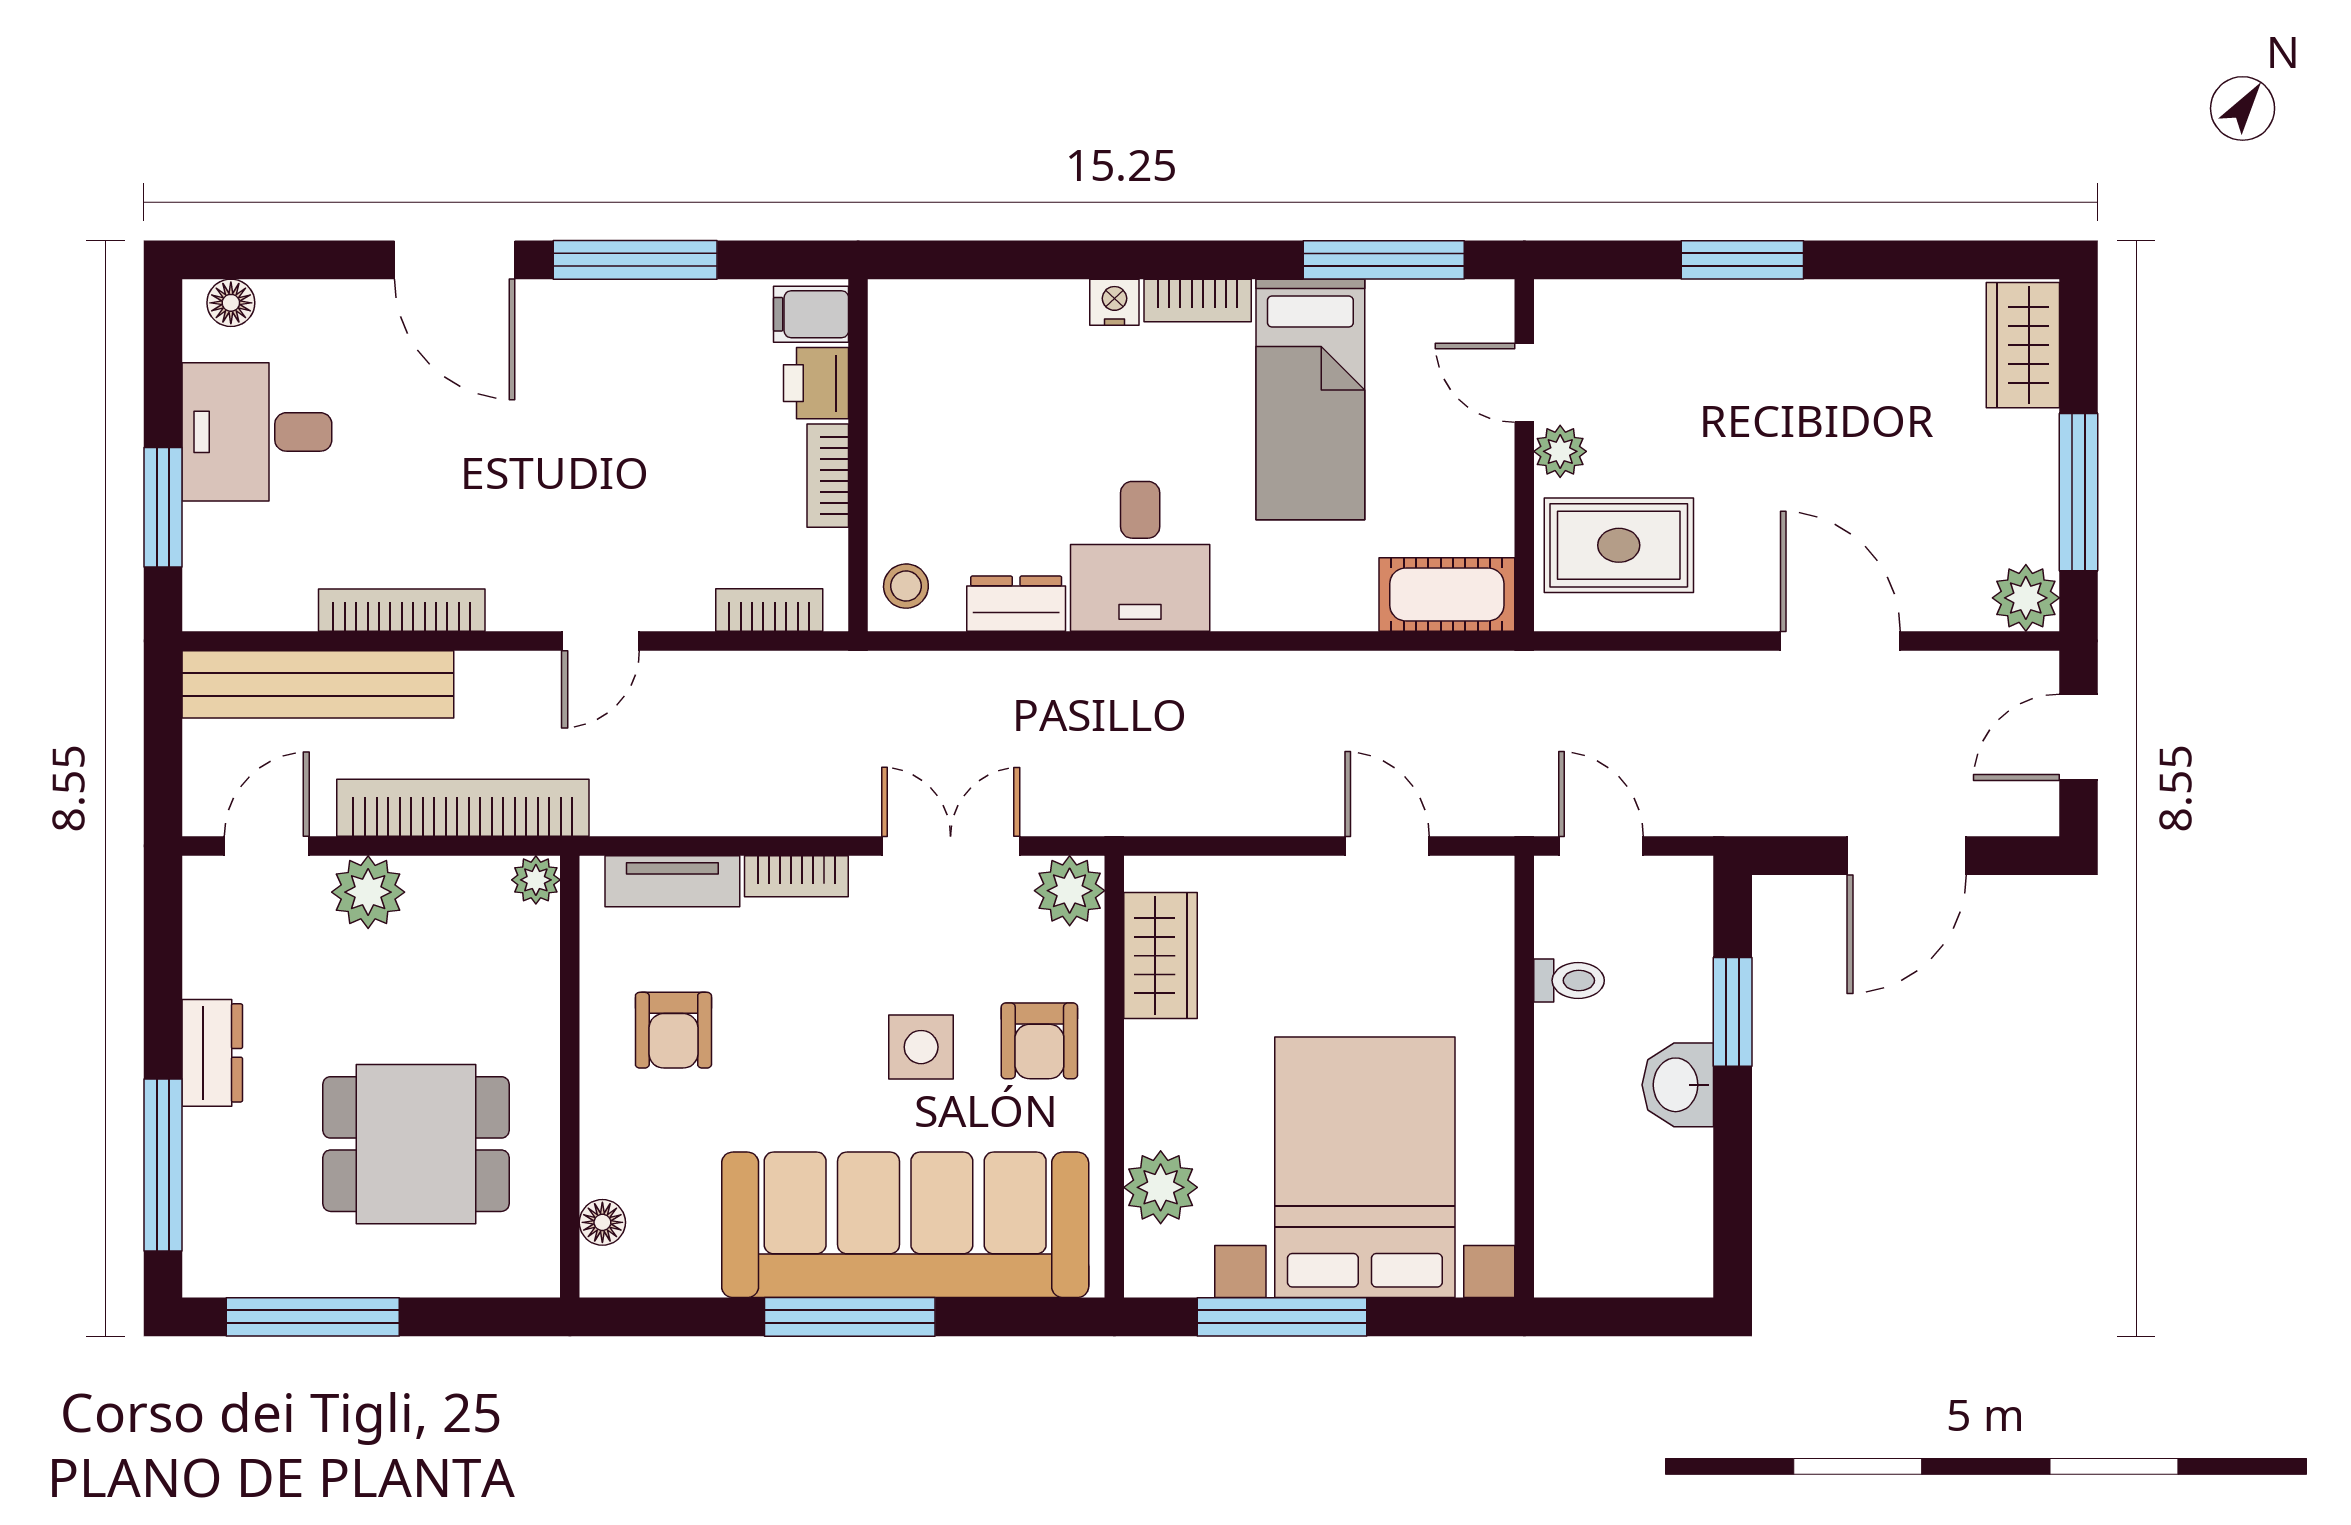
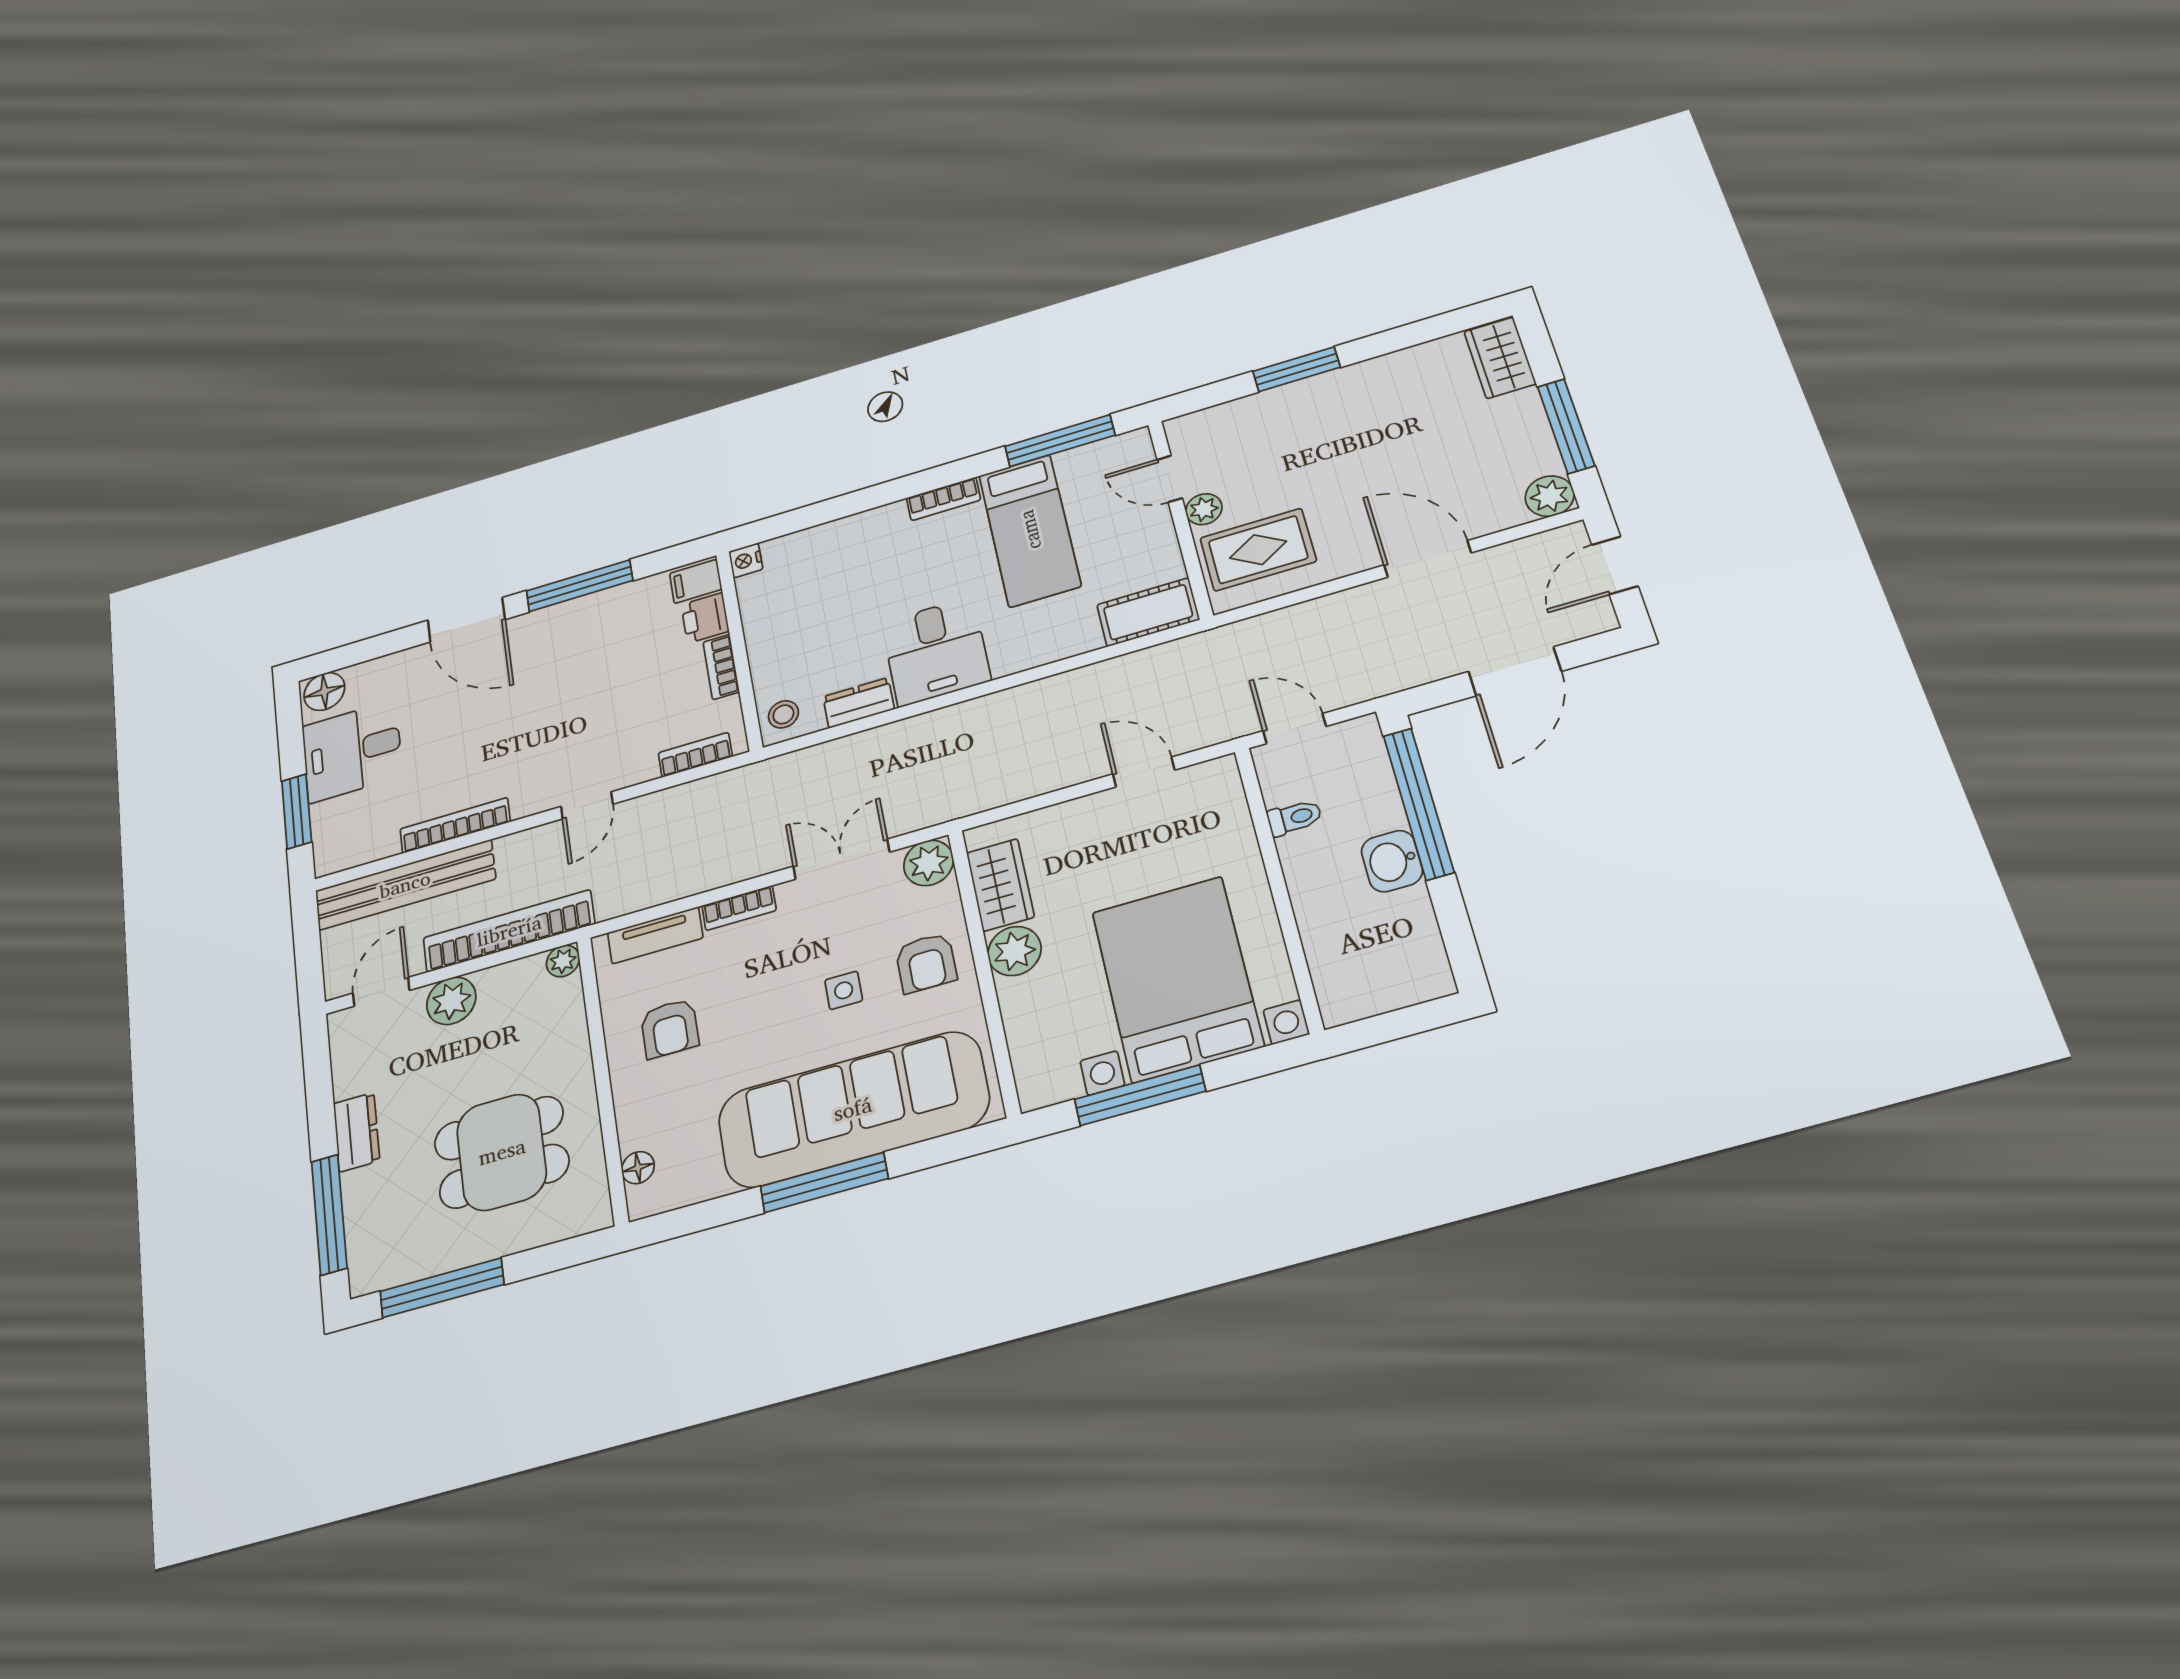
nightstand: (1114, 302) -> (746, 560), moved, turned -90
floor lamp: (231, 303) -> (324, 691), width x1.37, depth x1.37
window: (1733, 1012) -> (1418, 804), width x2.11
side table: (921, 1047) -> (844, 990), width x0.73, depth x0.73
plant: (1161, 1187) -> (1014, 951), moved

